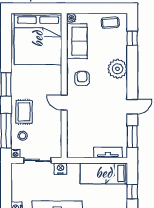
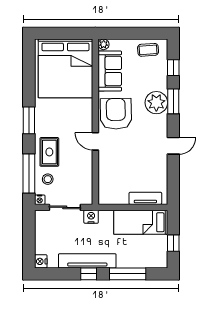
armchair: (82, 79) -> (116, 114), width x1.88, depth x1.88
window: (132, 136) -> (173, 101), moved

